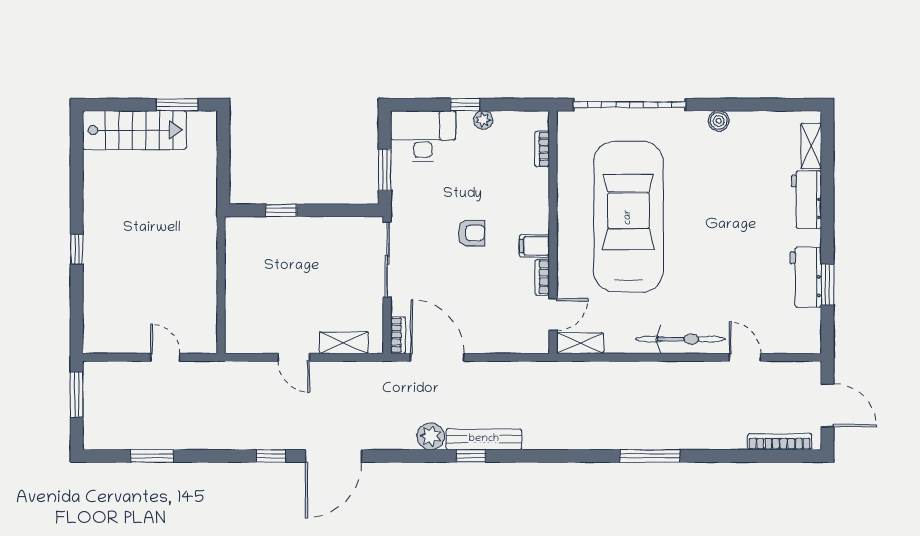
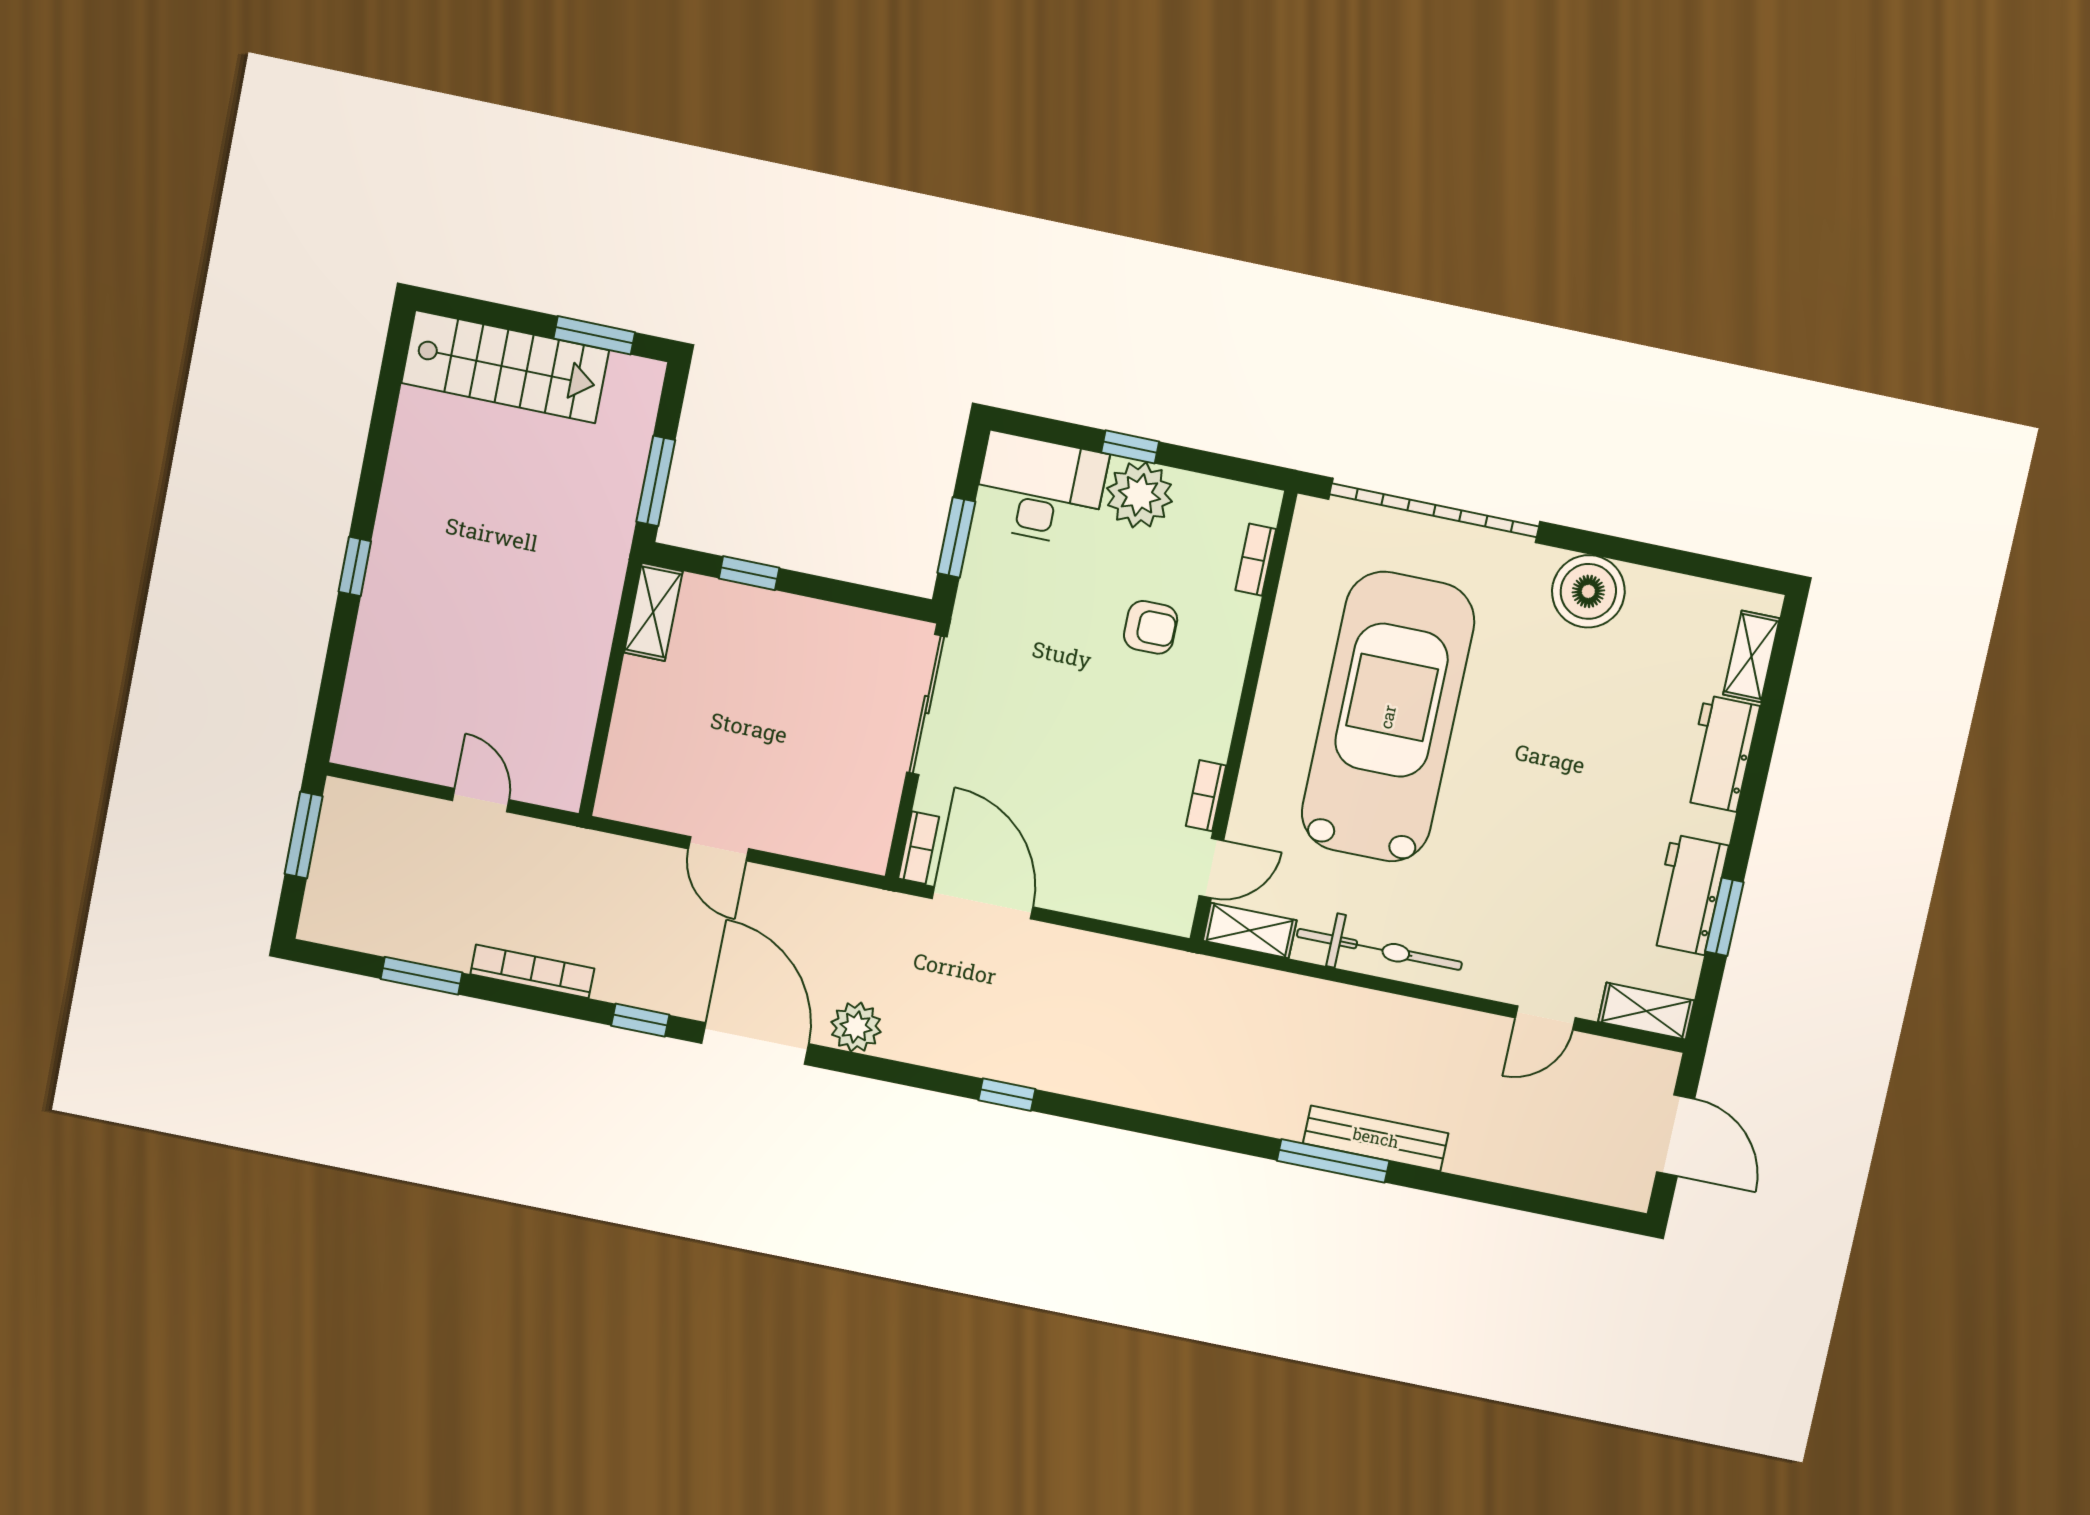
plant: (483, 120) -> (1139, 495), width x1.88, depth x1.88
boiler: (719, 121) -> (1588, 591), width x1.86, depth x1.86
window: (223, 173) -> (656, 481), added
armchair: (471, 233) -> (1151, 627), moved
filing cabinet: (534, 246) -> (1204, 735), removed
bicycle: (681, 339) -> (1379, 949), moved
shelving: (344, 343) -> (653, 612), moved, turned 90
shelving: (797, 343) -> (1646, 1011), added
door: (745, 357) -> (1545, 1018), swing flipped
plant: (431, 436) -> (856, 1027), moved
bench: (484, 439) -> (1376, 1138), moved
bookcase: (780, 442) -> (532, 971), moved
door: (333, 456) -> (755, 1044), swing flipped

